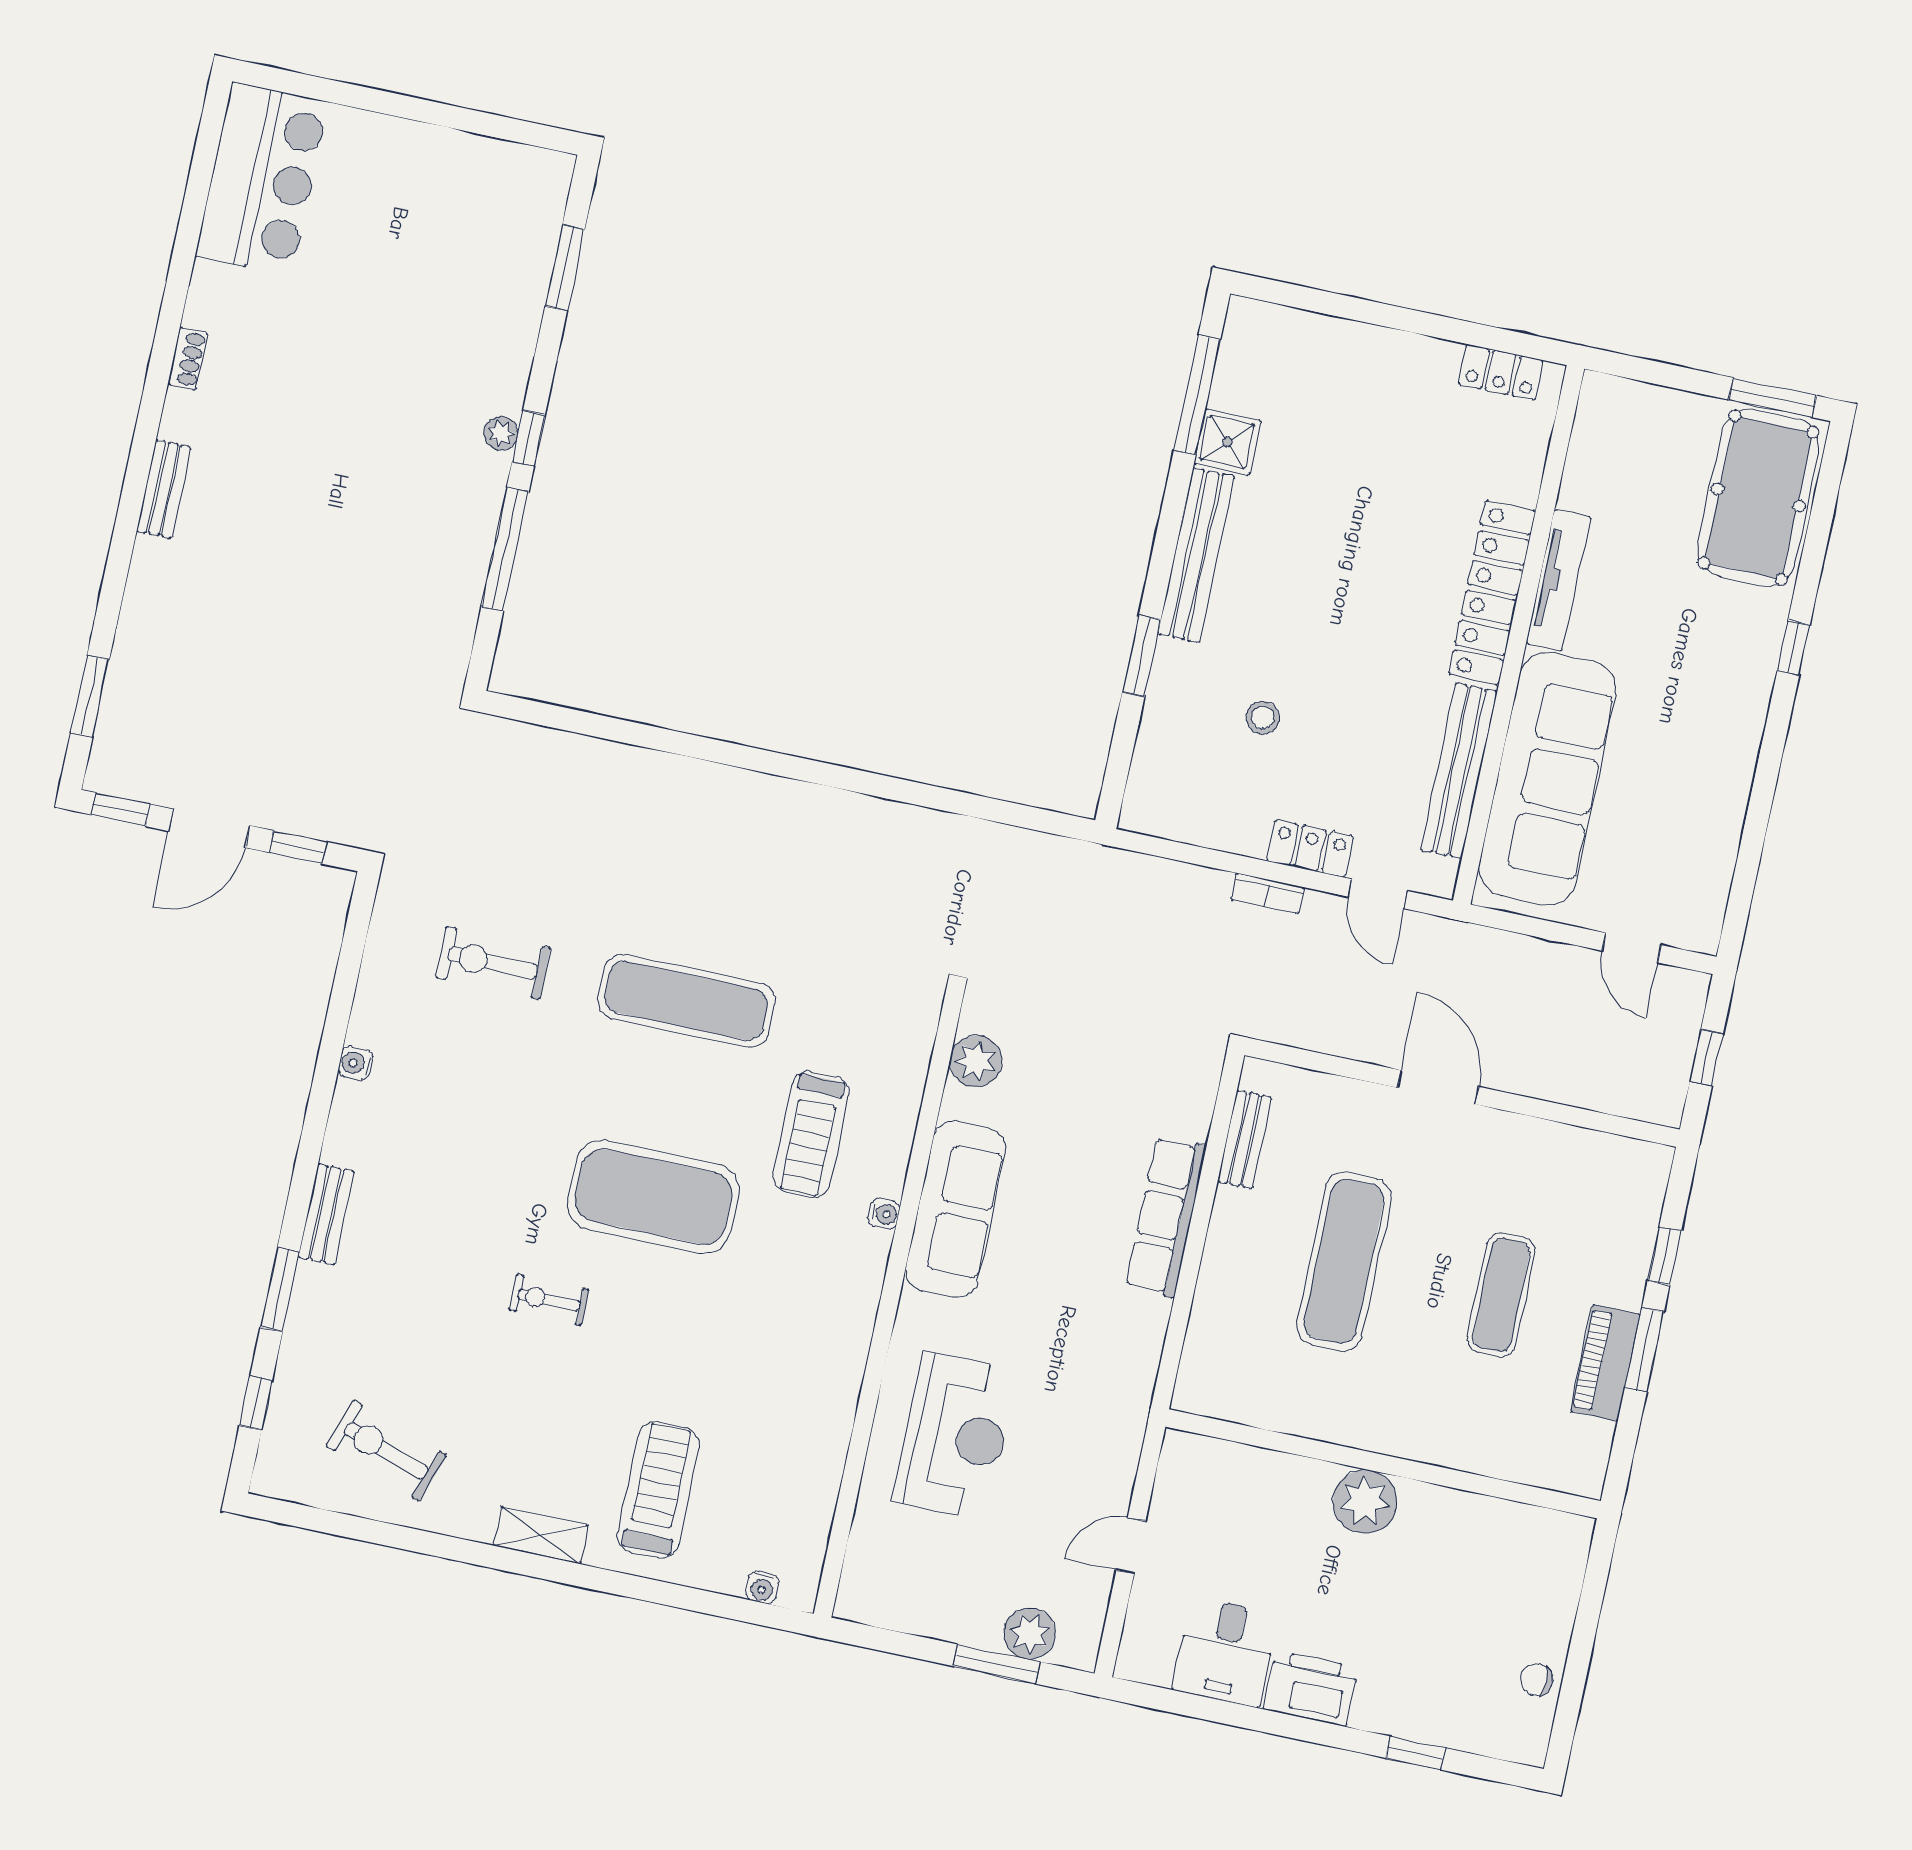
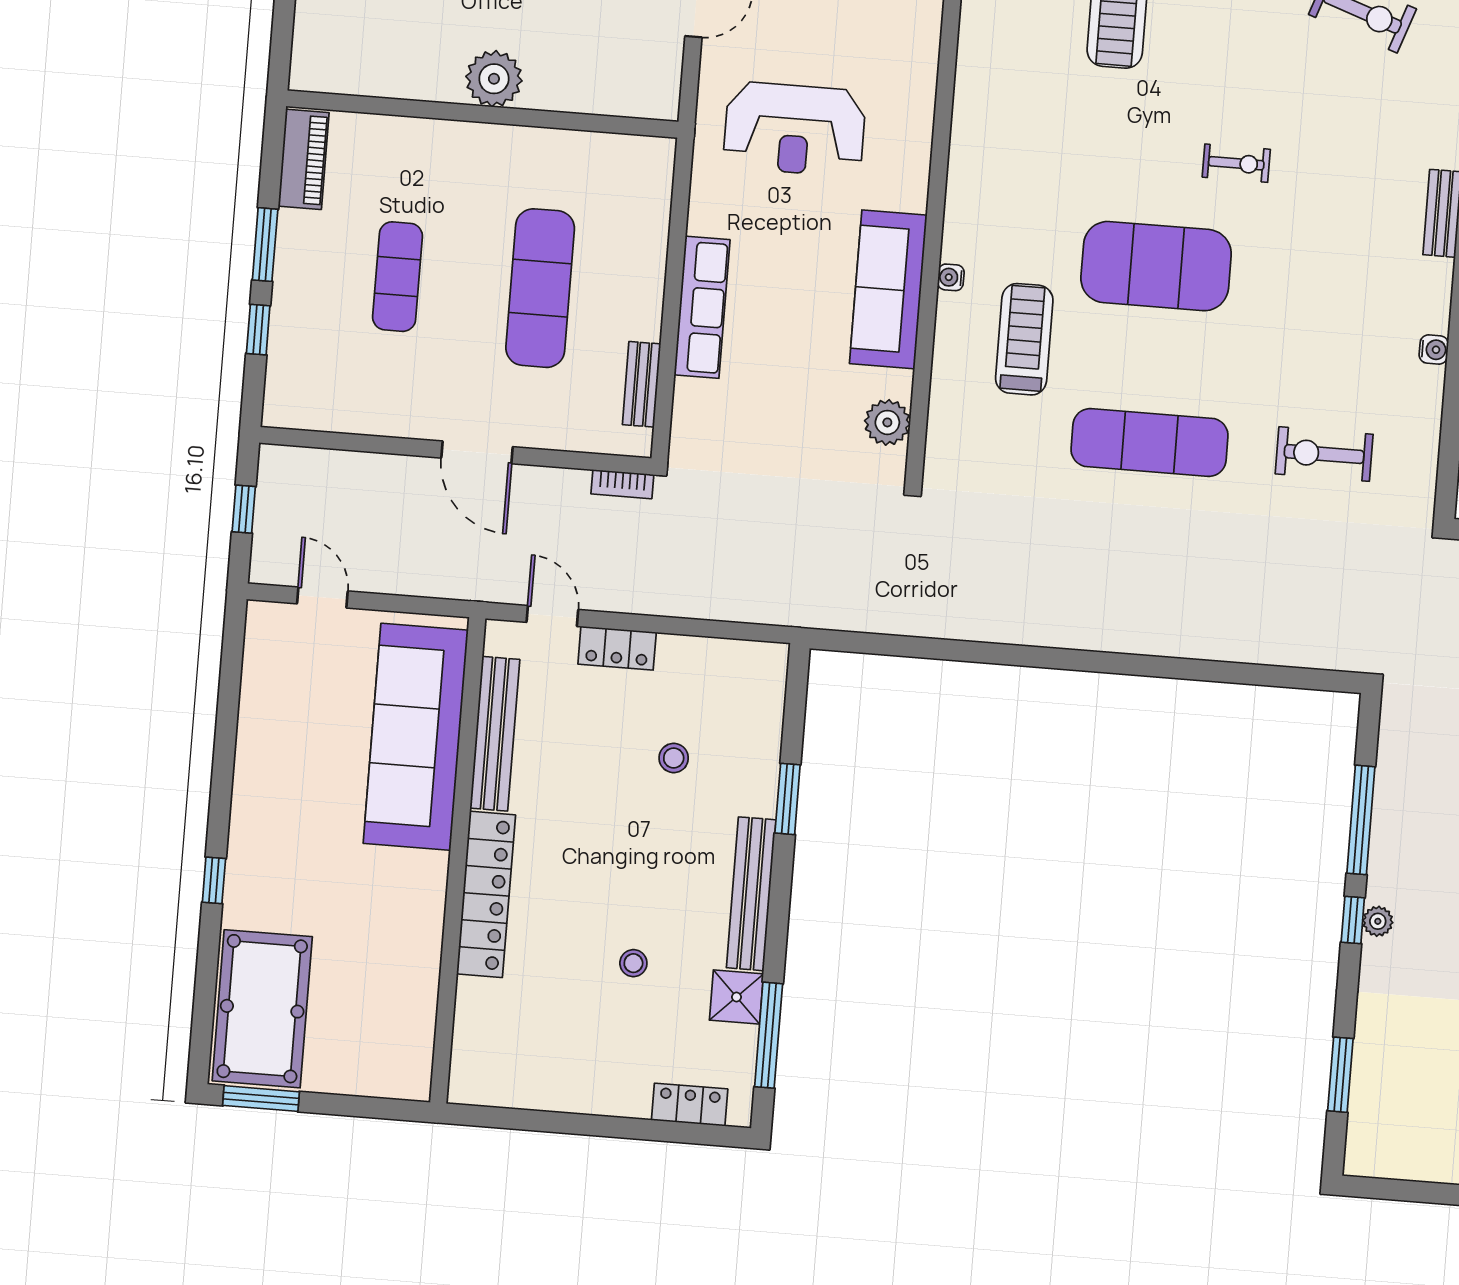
locker: (1501, 372) -> (690, 1105), moved
stool: (1337, 495) -> (633, 963), added
tv unit: (1558, 580) -> (429, 913), removed
bookcase: (1267, 893) -> (622, 484), moved, turned 180
exercise bike: (493, 963) -> (1324, 454), turned 180
piano: (1605, 1363) -> (304, 159), moved
reception desk: (955, 1436) -> (795, 129), moved, turned -90

